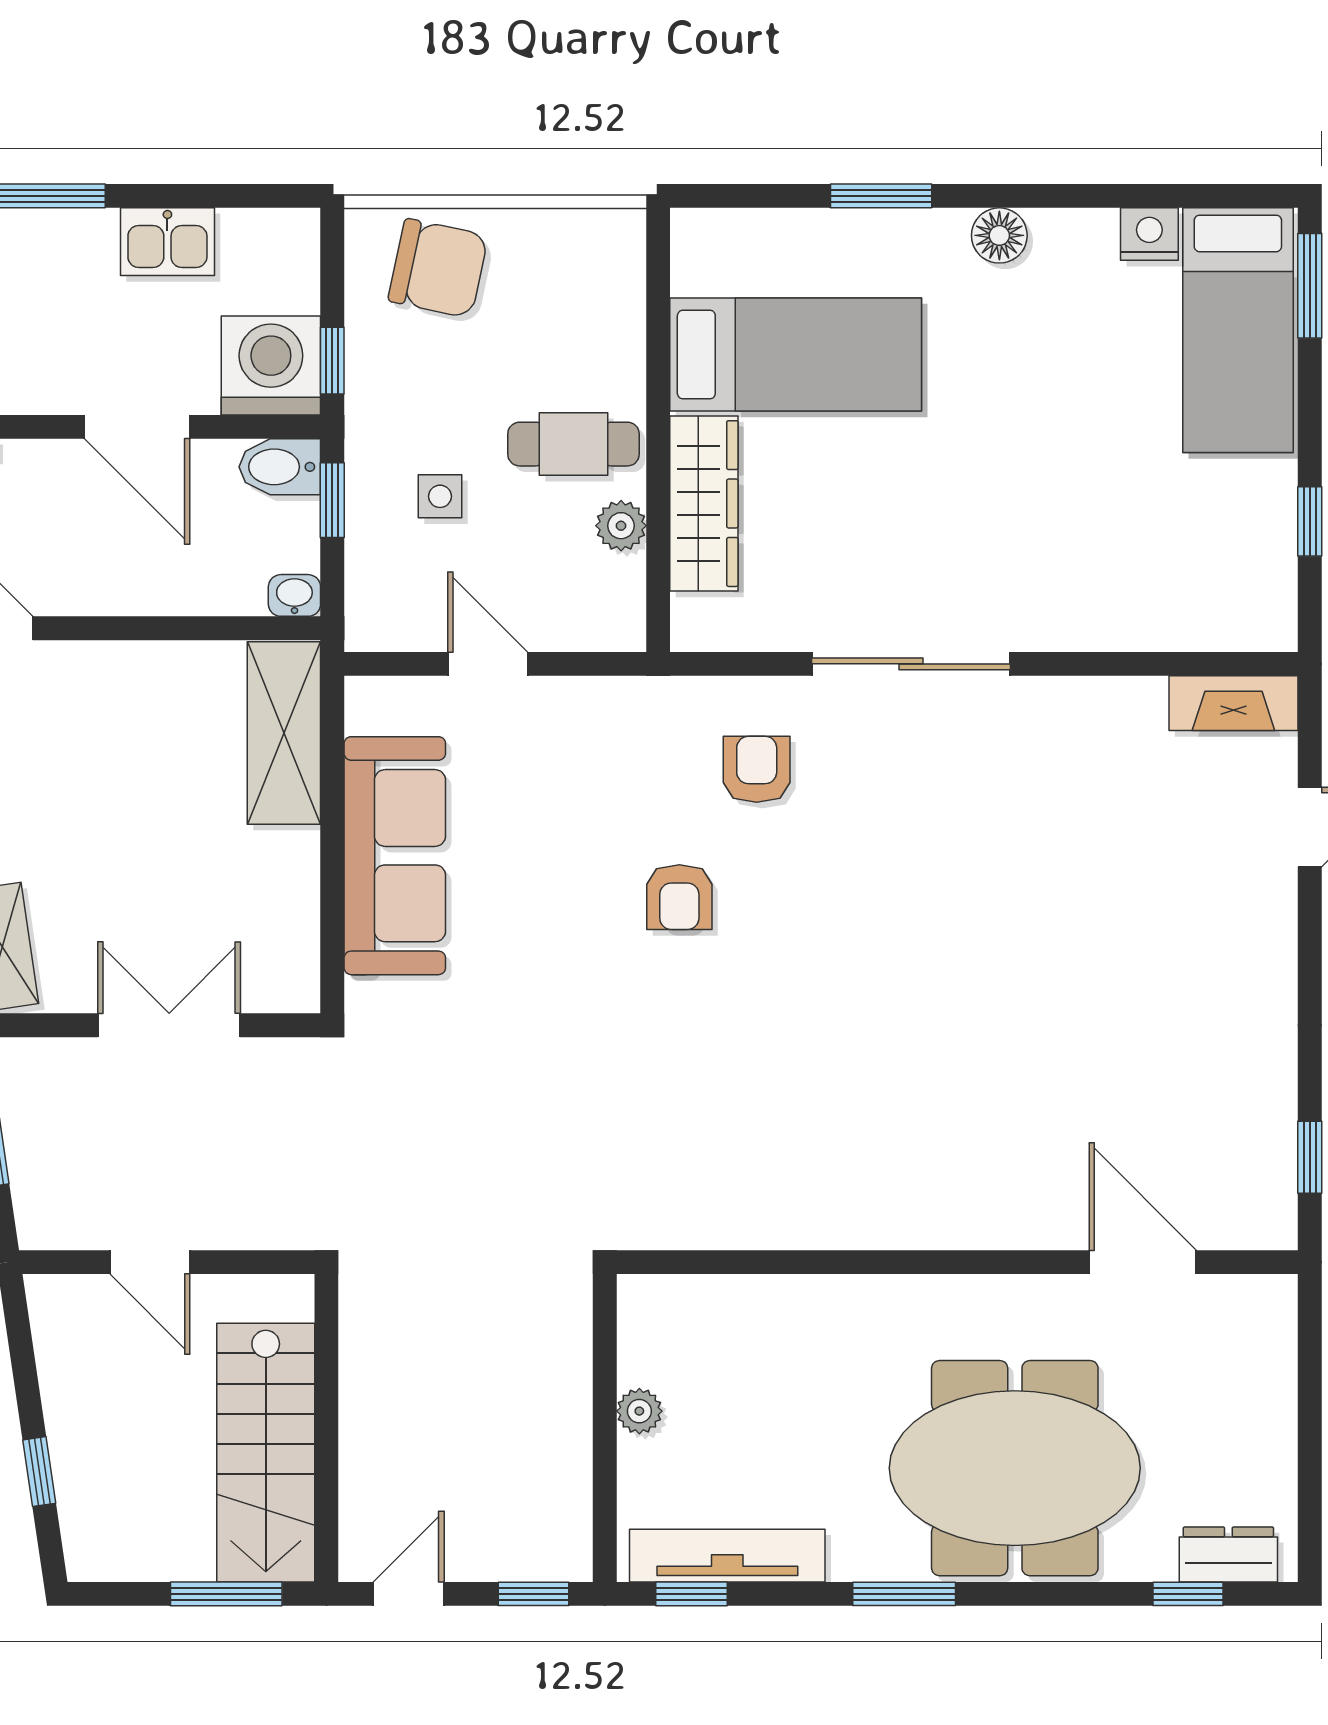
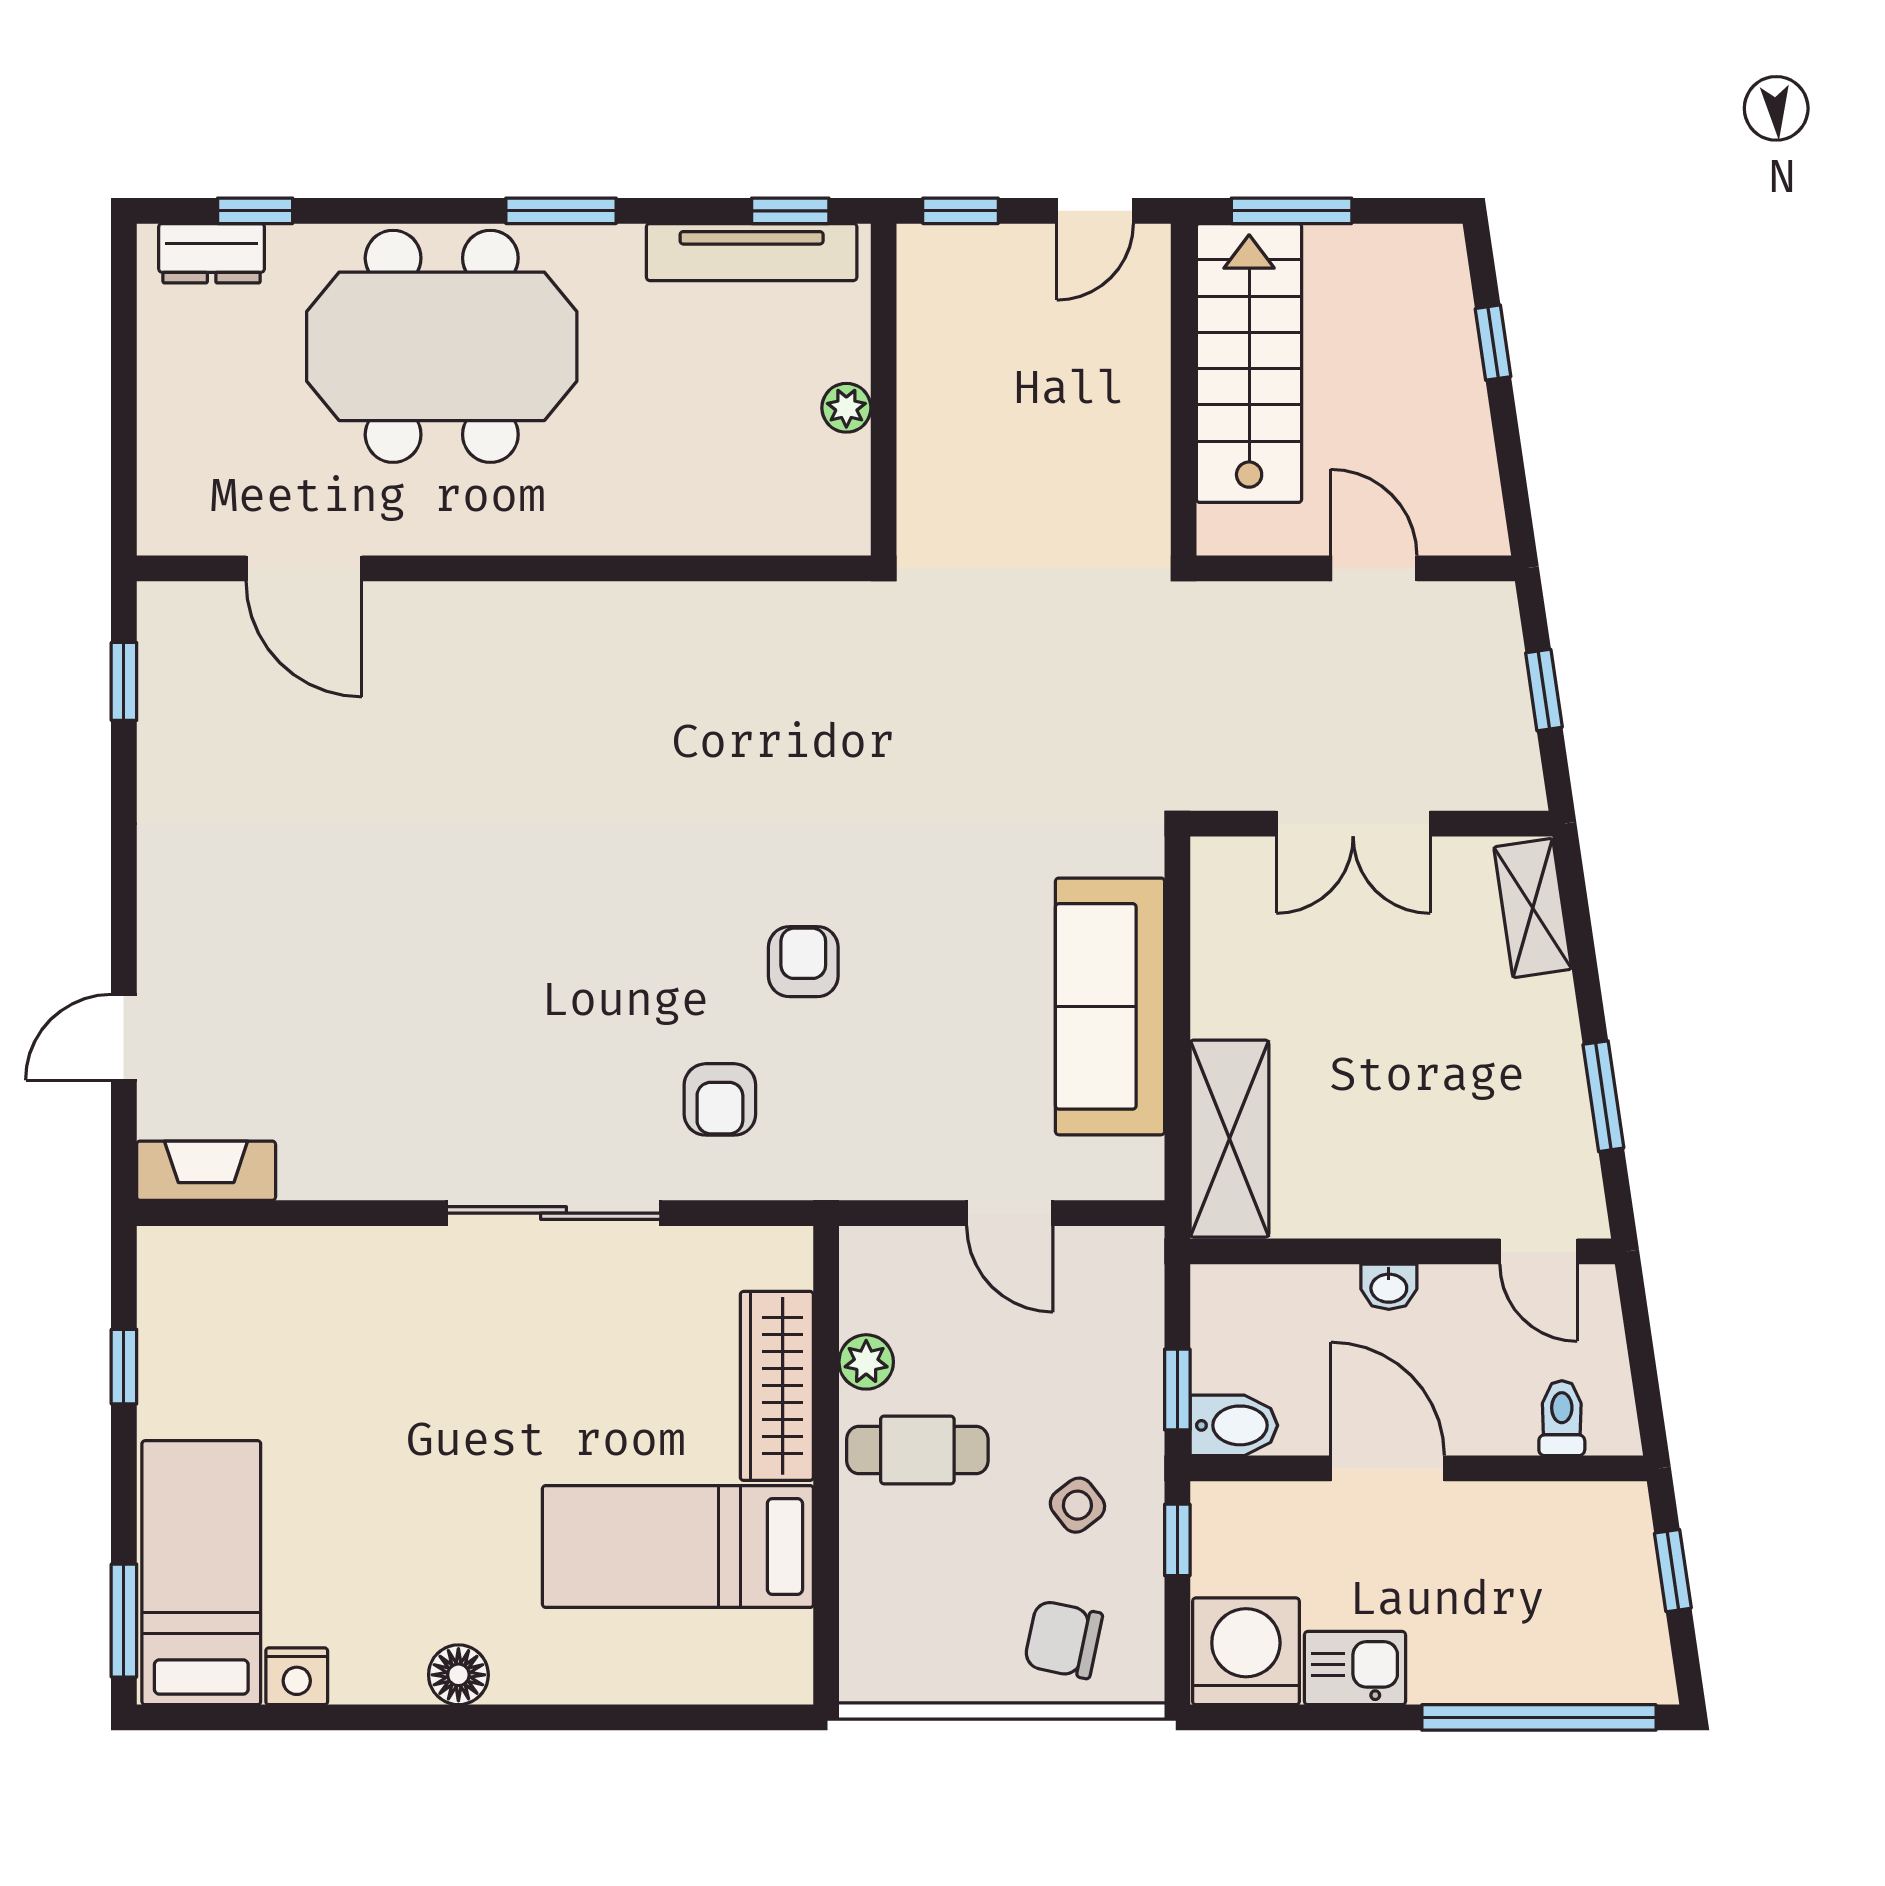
window: (881, 196) -> (586, 1717), removed
chair: (438, 268) -> (1063, 1639), width x0.73, depth x0.73
washing machine: (271, 366) -> (1246, 1651), moved, turned 180
side table: (440, 496) -> (1077, 1505), moved, turned -38
washbasin: (294, 595) -> (1389, 1287), moved

